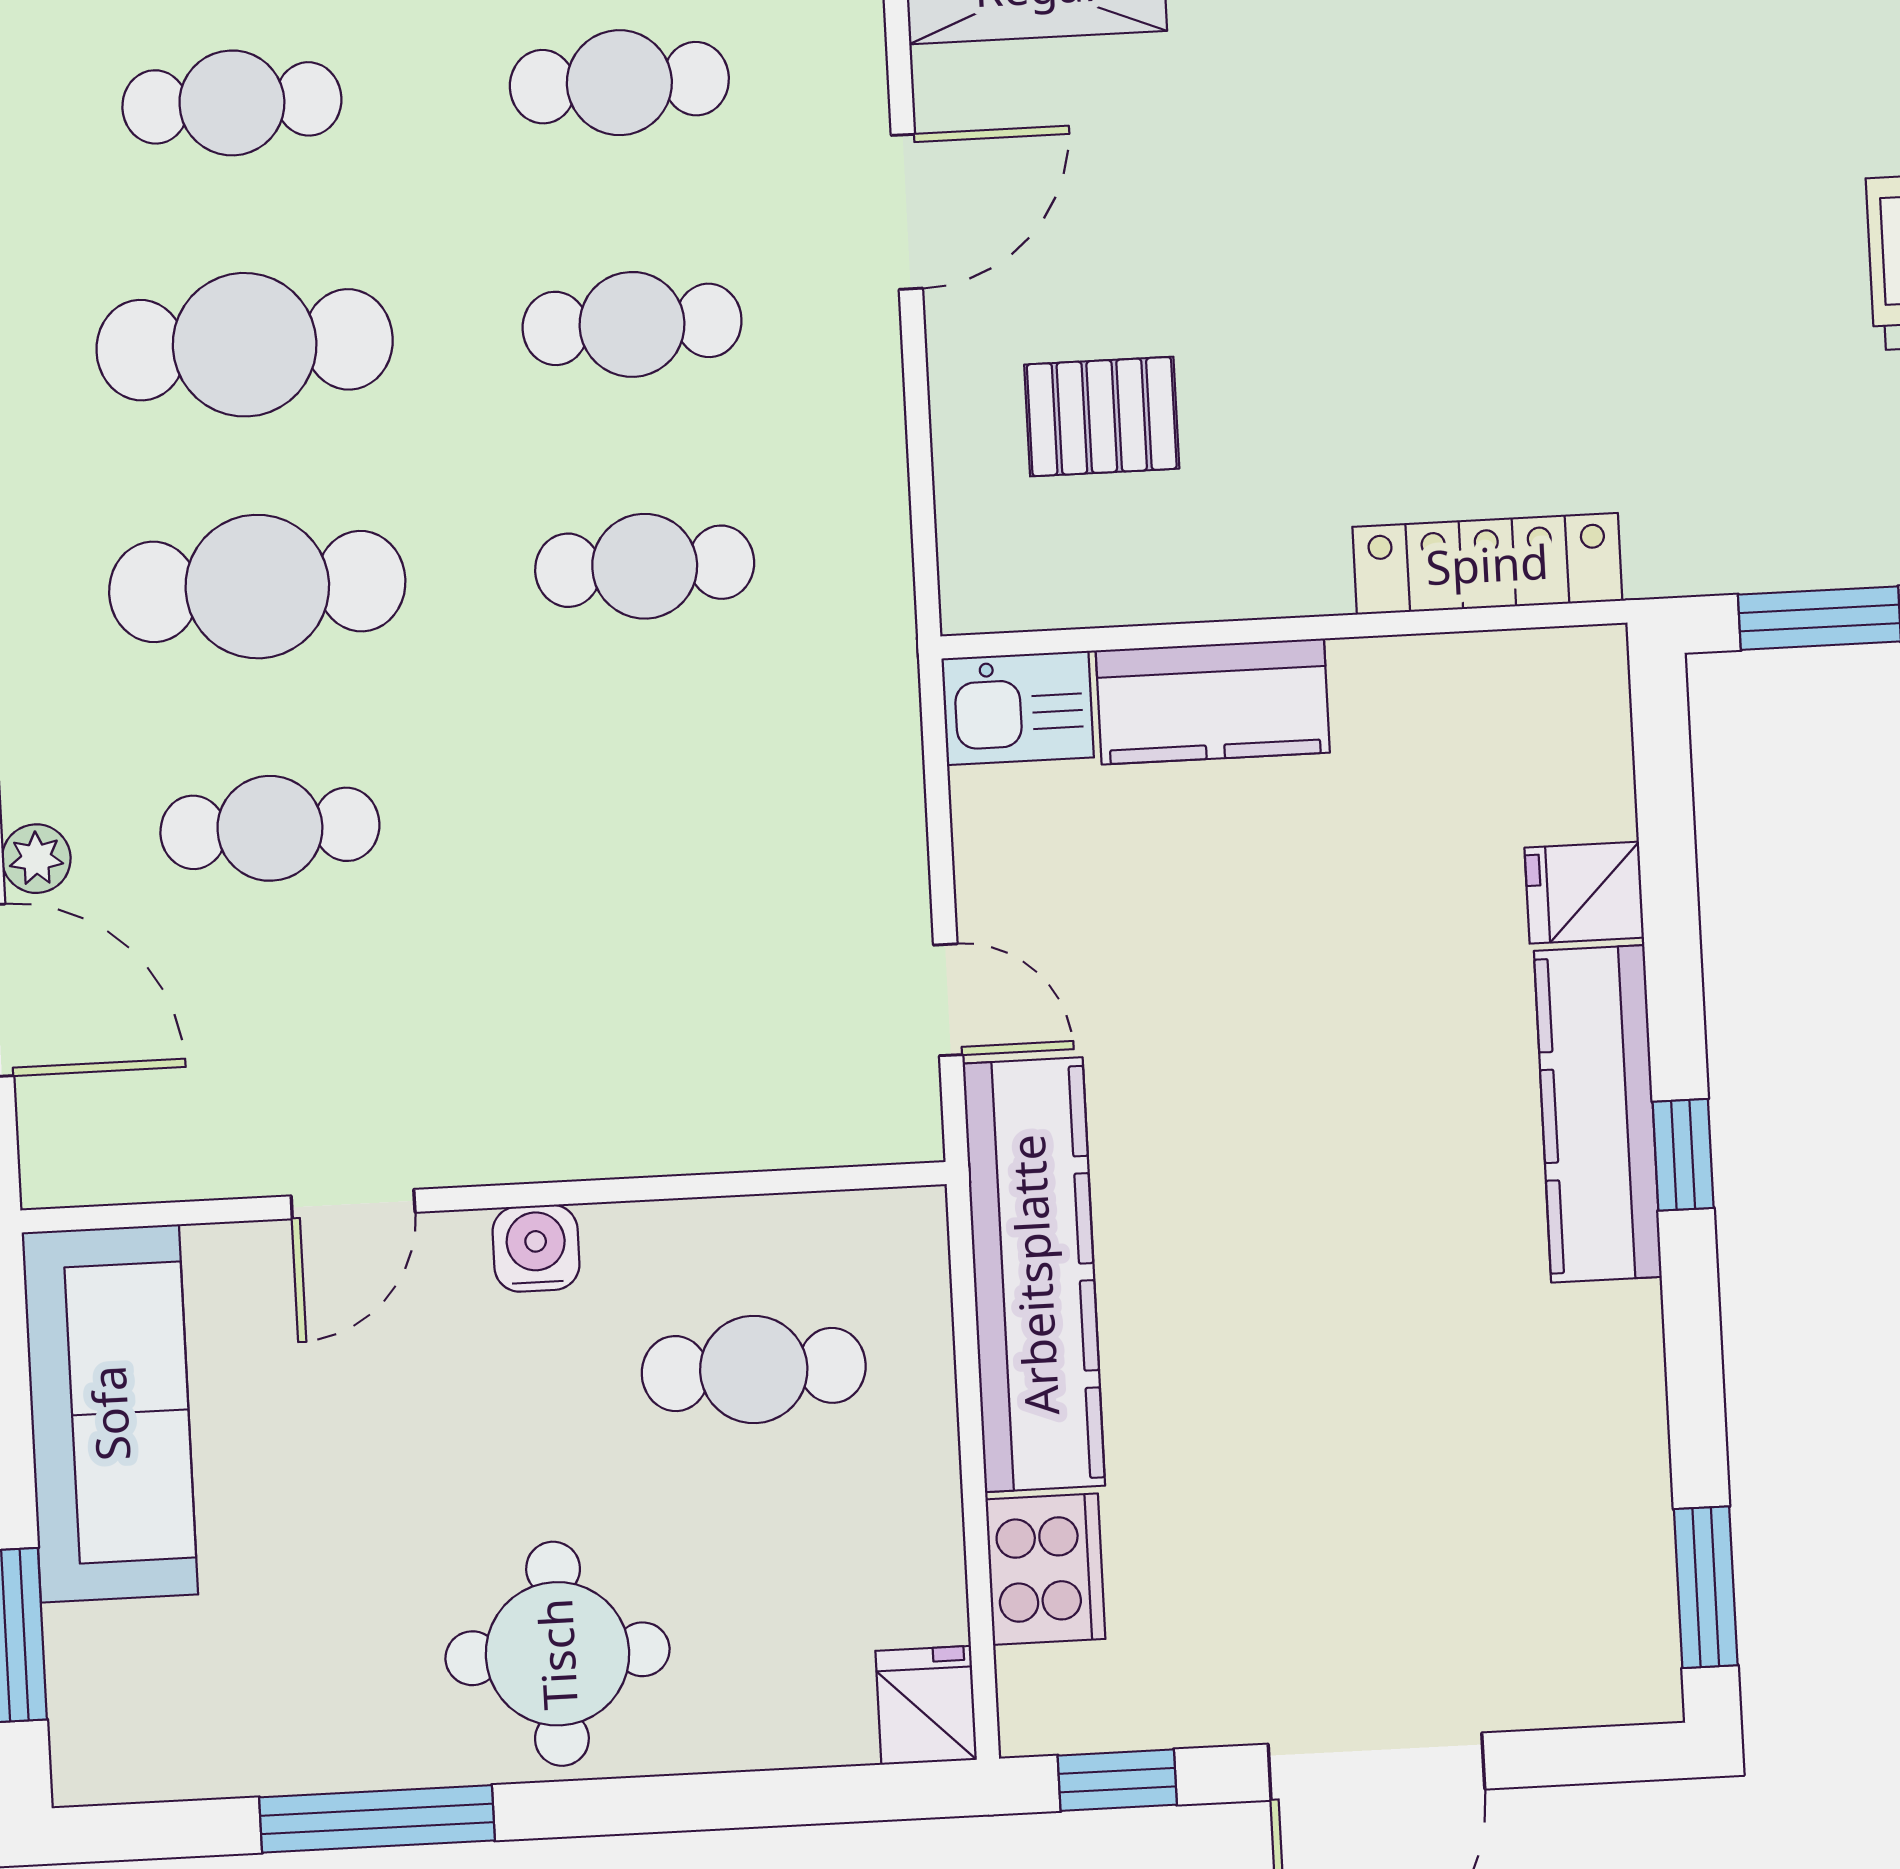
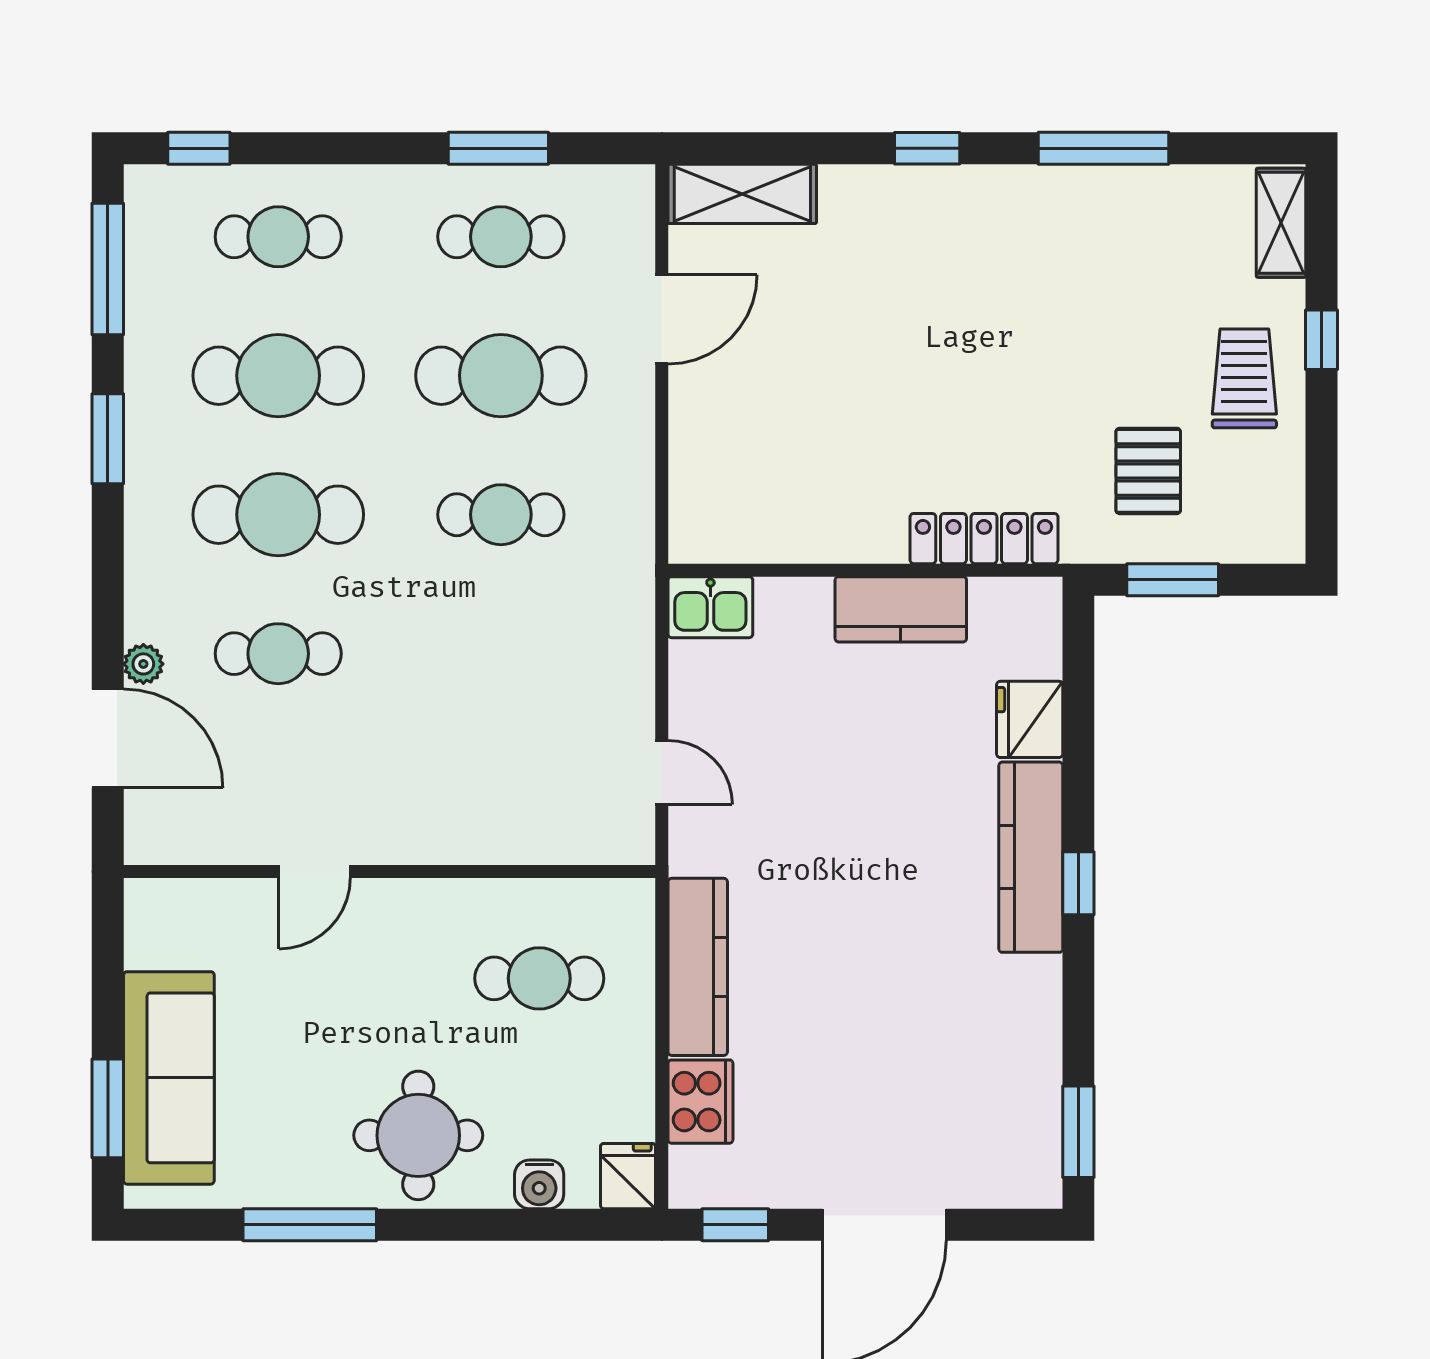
cafe table: (632, 324) -> (501, 376), width x1.37, depth x1.35
pallet: (1102, 417) -> (1148, 471), moved, turned 90
kitchen counter: (1213, 702) -> (901, 609), moved
fridge: (1584, 893) -> (1030, 719), width x1.38
water cooler: (536, 1248) -> (539, 1184), moved, turned 180
kitchen counter: (1034, 1275) -> (698, 967), width x0.72, depth x0.86
sofa: (110, 1413) -> (169, 1078), moved

